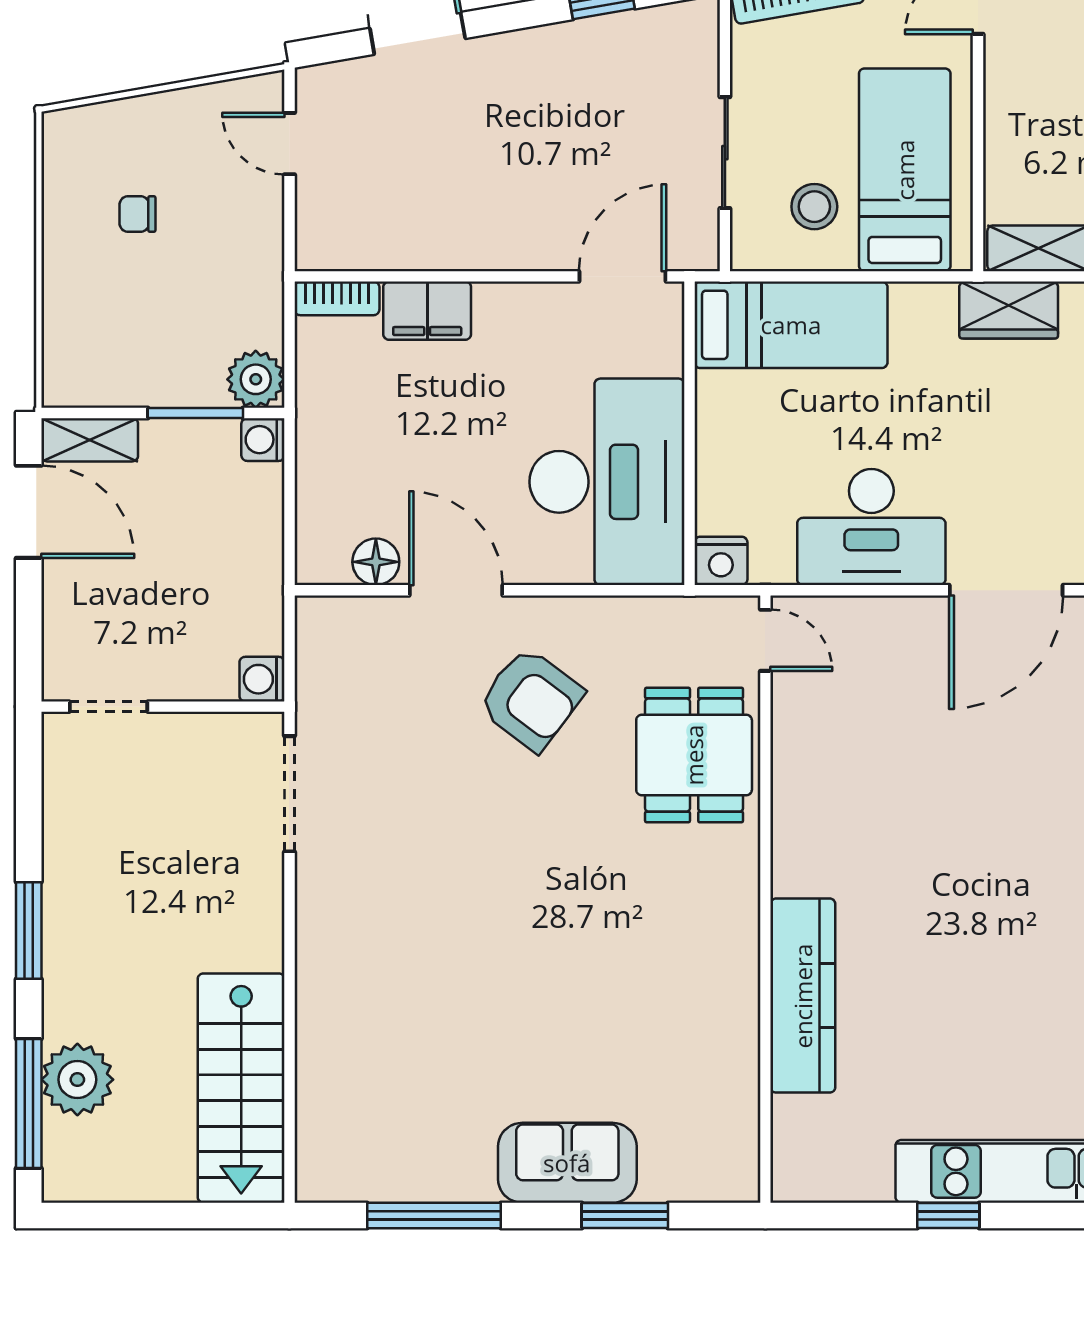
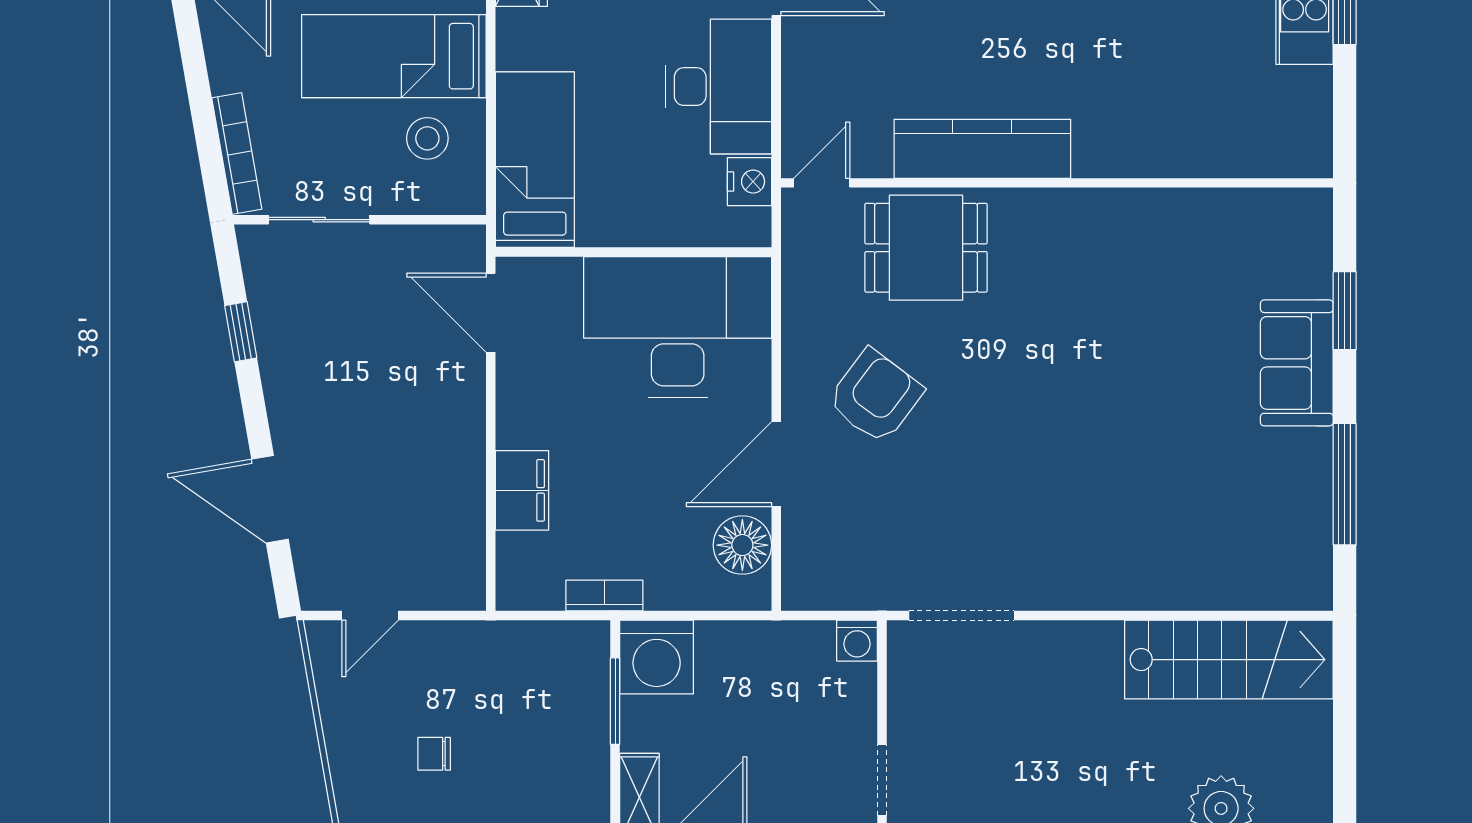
sliding door: (725, 153) -> (319, 220), moved
chair: (138, 214) -> (434, 754), turned 90
bookcase: (337, 298) -> (604, 596), moved, turned -90
plant: (256, 379) -> (584, 646), removed
washing machine: (263, 440) -> (657, 657), width x1.89, depth x1.89
nightstand: (721, 561) -> (750, 182), moved
floor lamp: (376, 562) -> (742, 545), width x1.38, depth x1.38
kitchen counter: (803, 996) -> (982, 149), moved

